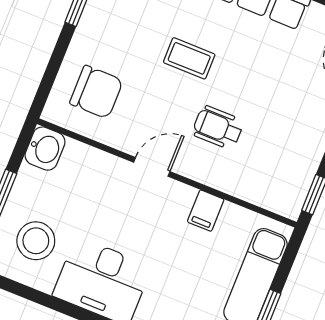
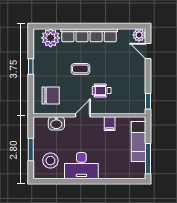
washbasin: (45, 149) -> (56, 123), moved, turned 90

